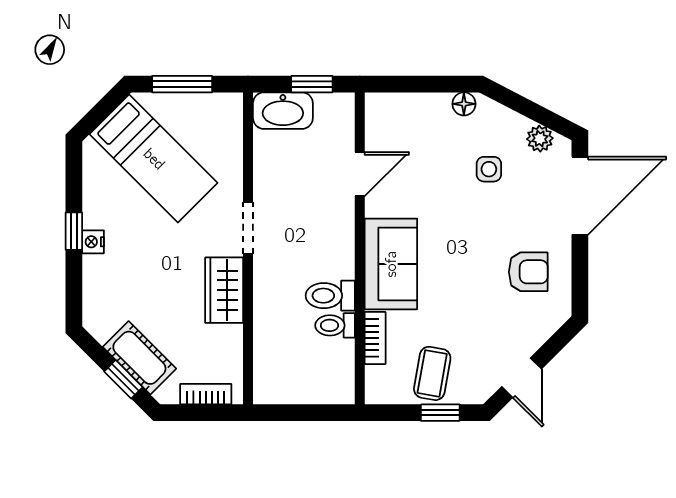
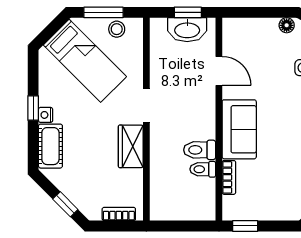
stool: (202, 110) -> (117, 29), added
washbasin: (283, 111) -> (187, 30), moved
door: (360, 174) -> (219, 71), hinge flipped
cot: (139, 358) -> (50, 146), moved, turned 45
coffee table: (432, 373) -> (266, 200), removed
window: (440, 413) -> (245, 226), moved

